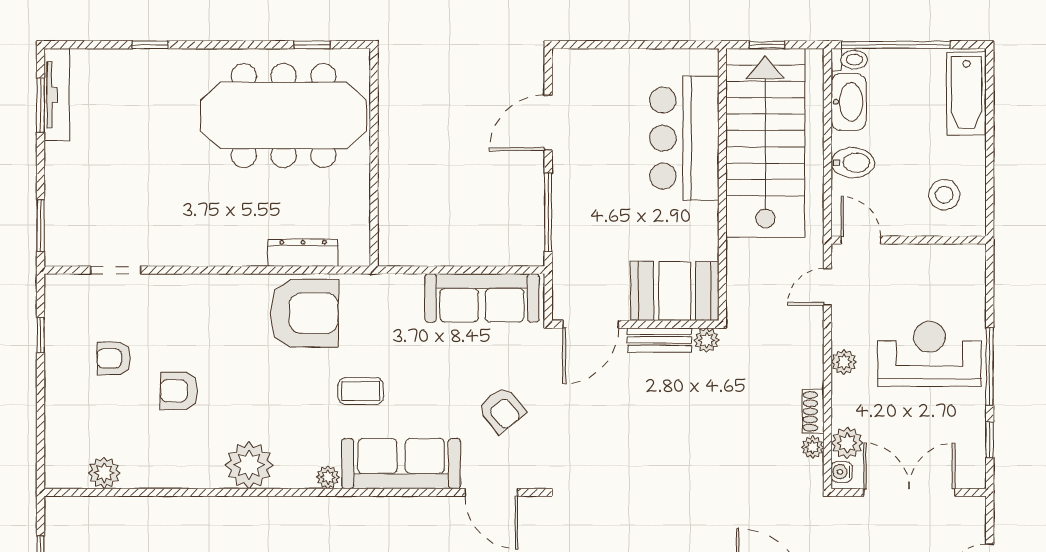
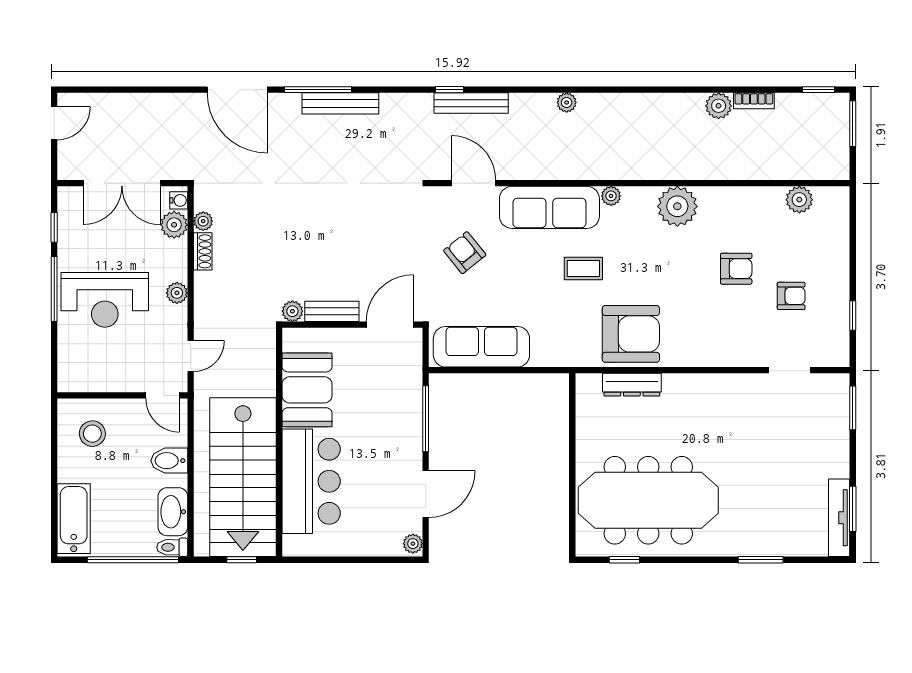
window: (150, 45) -> (761, 560), width x1.50
plant: (563, 64) -> (413, 544), added
booth: (675, 291) -> (307, 390), moved, turned 90
armchair: (304, 313) -> (631, 334), turned 180

